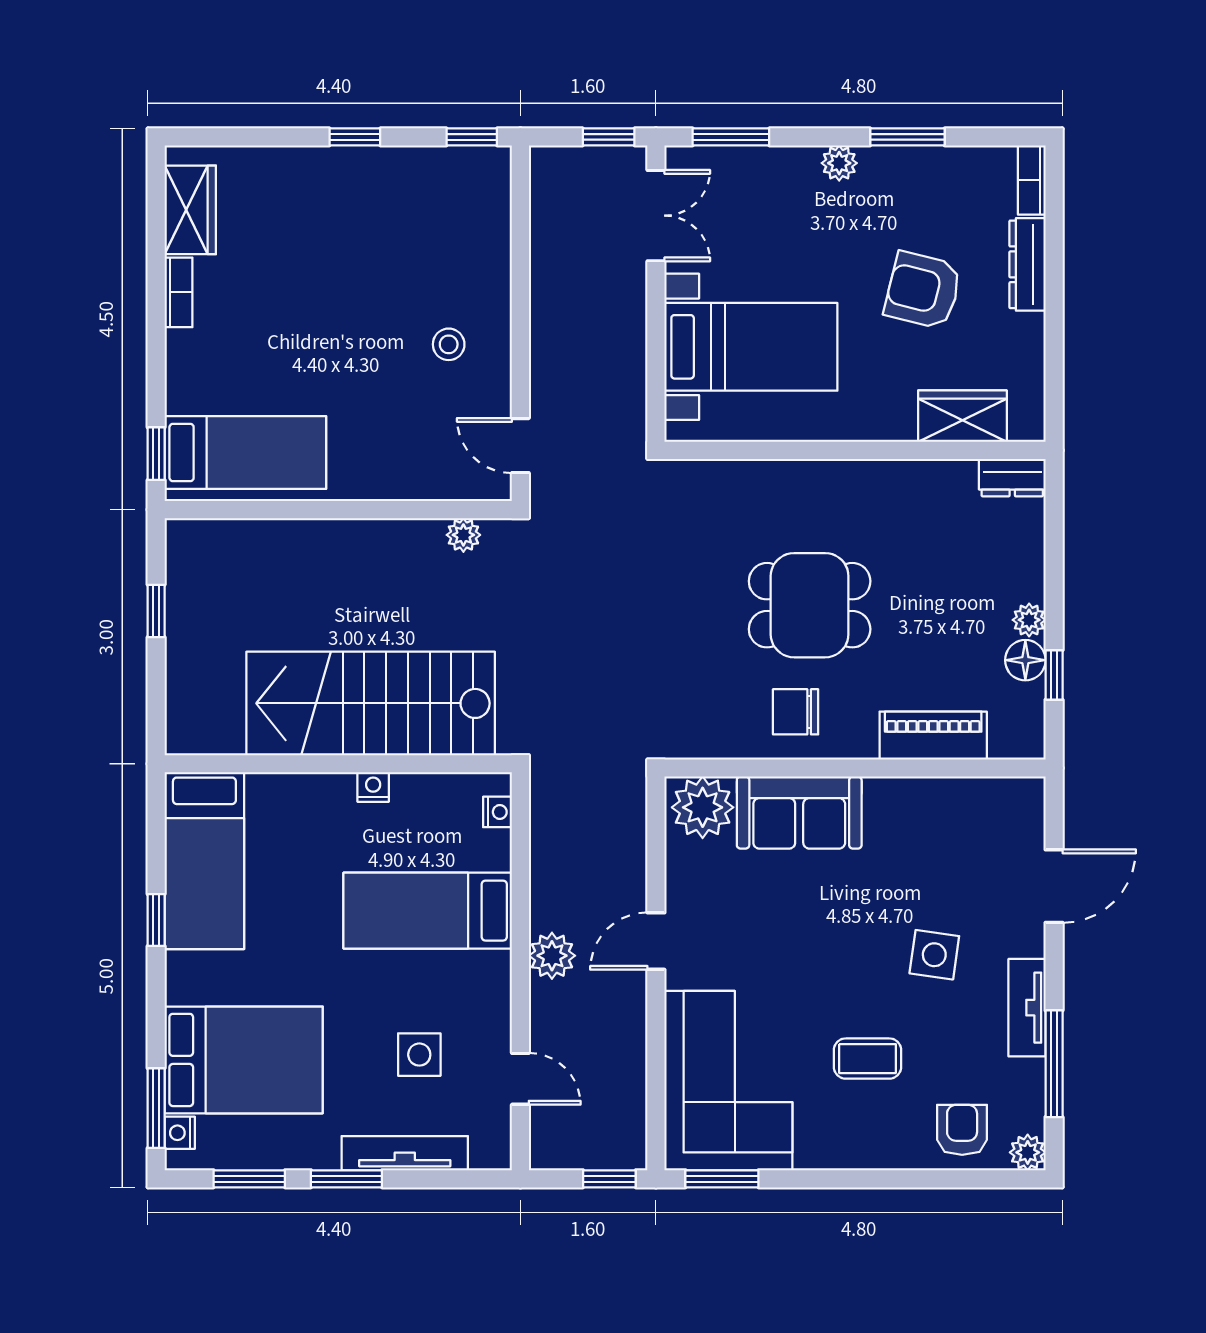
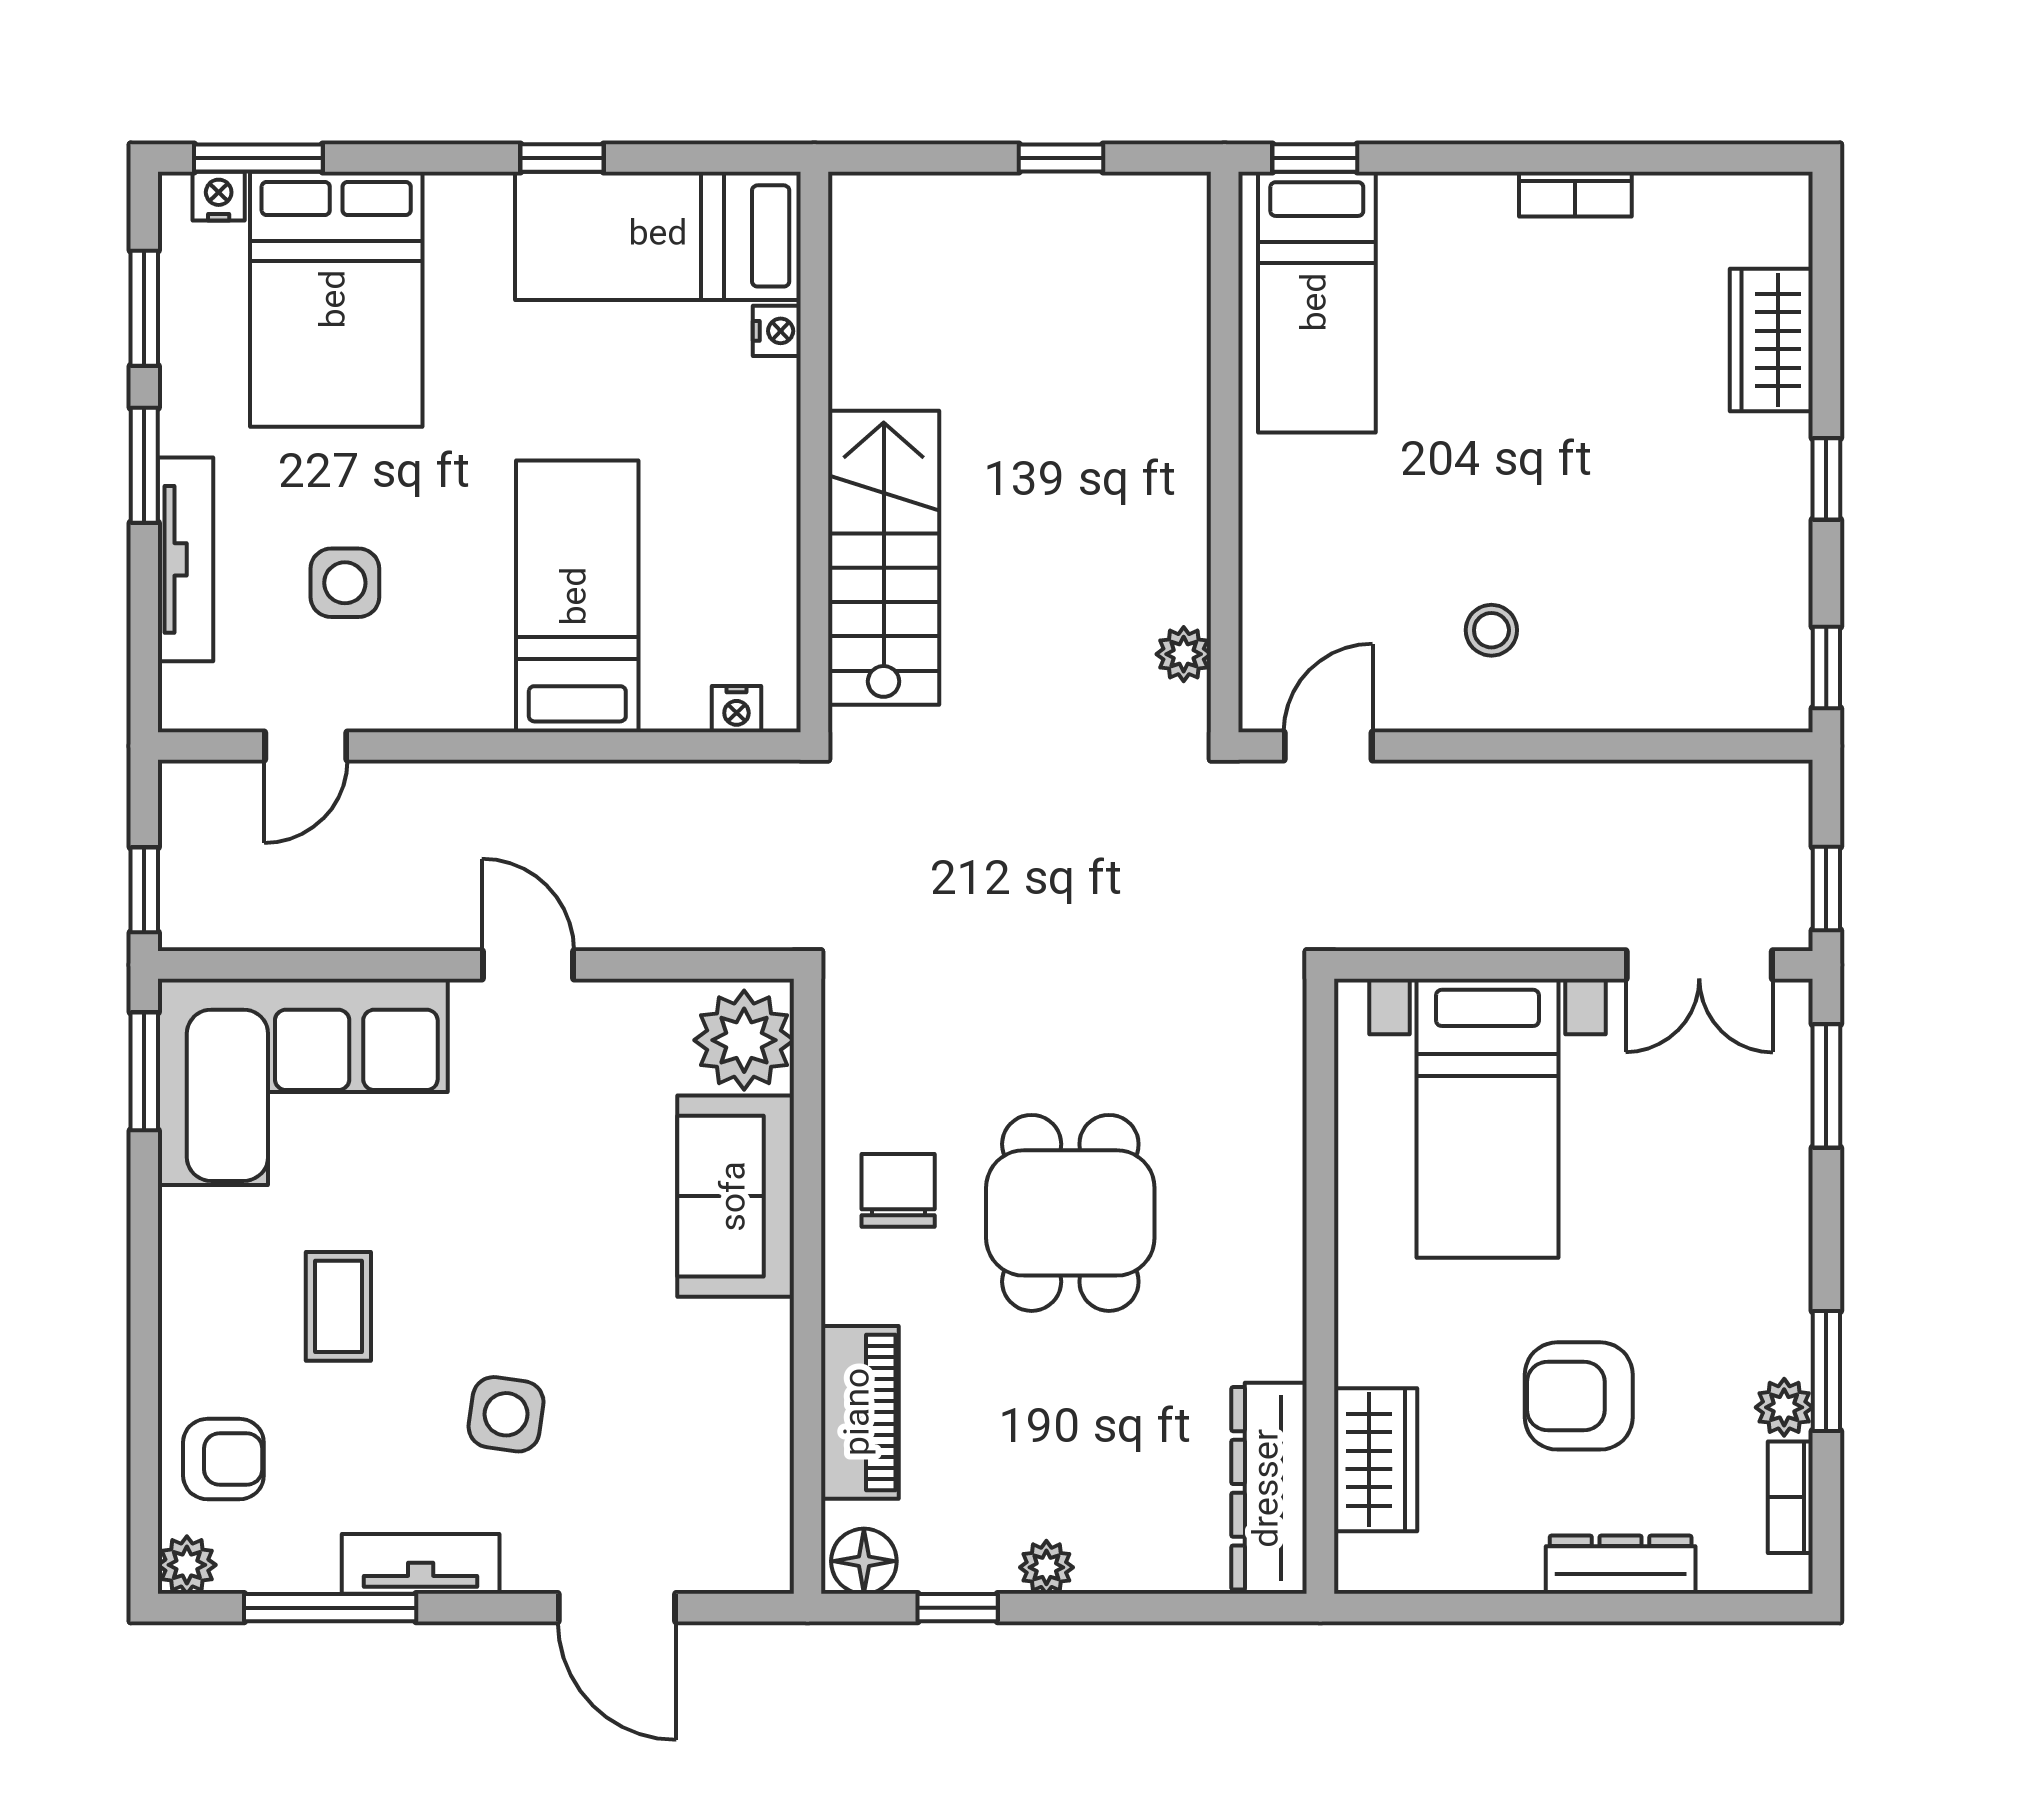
plant: (839, 163) -> (1784, 1407), moved
bookcase: (1032, 180) -> (1790, 1497), moved, turned -90
wardrobe: (190, 210) -> (1771, 340), moved, turned 90
armchair: (923, 290) -> (1579, 1396), turned -104
dresser: (1012, 478) -> (1269, 1488), width x1.96, depth x1.24
floor lamp: (1025, 660) -> (864, 1561), moved
stairs: (371, 703) -> (884, 558), width x0.73, depth x0.66
nightstand: (373, 787) -> (777, 331), moved
plant: (552, 956) -> (504, 797), removed

